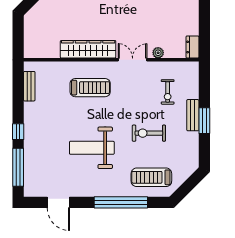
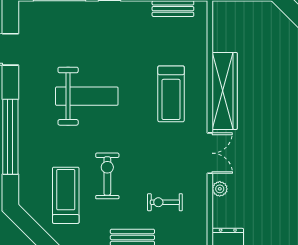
weight bench: (92, 148) -> (87, 96), turned 90
treadmill: (151, 177) -> (66, 195), moved

